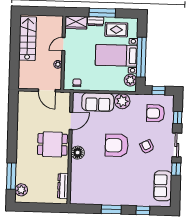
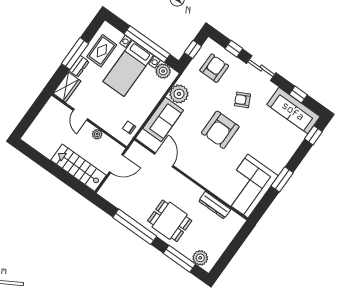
stairs: (28, 39) -> (78, 168), moved
armchair: (156, 113) -> (214, 68), turned 180
window: (12, 132) -> (135, 227), added
dining table: (52, 144) -> (170, 221), moved, turned 90
floor lamp: (78, 153) -> (201, 175), removed
window: (176, 169) -> (298, 94), moved
dresser: (63, 186) -> (215, 205), moved
sofa: (163, 186) -> (293, 111), width x1.36
corner sofa: (91, 189) -> (248, 186), added
window: (143, 210) -> (313, 135), moved

